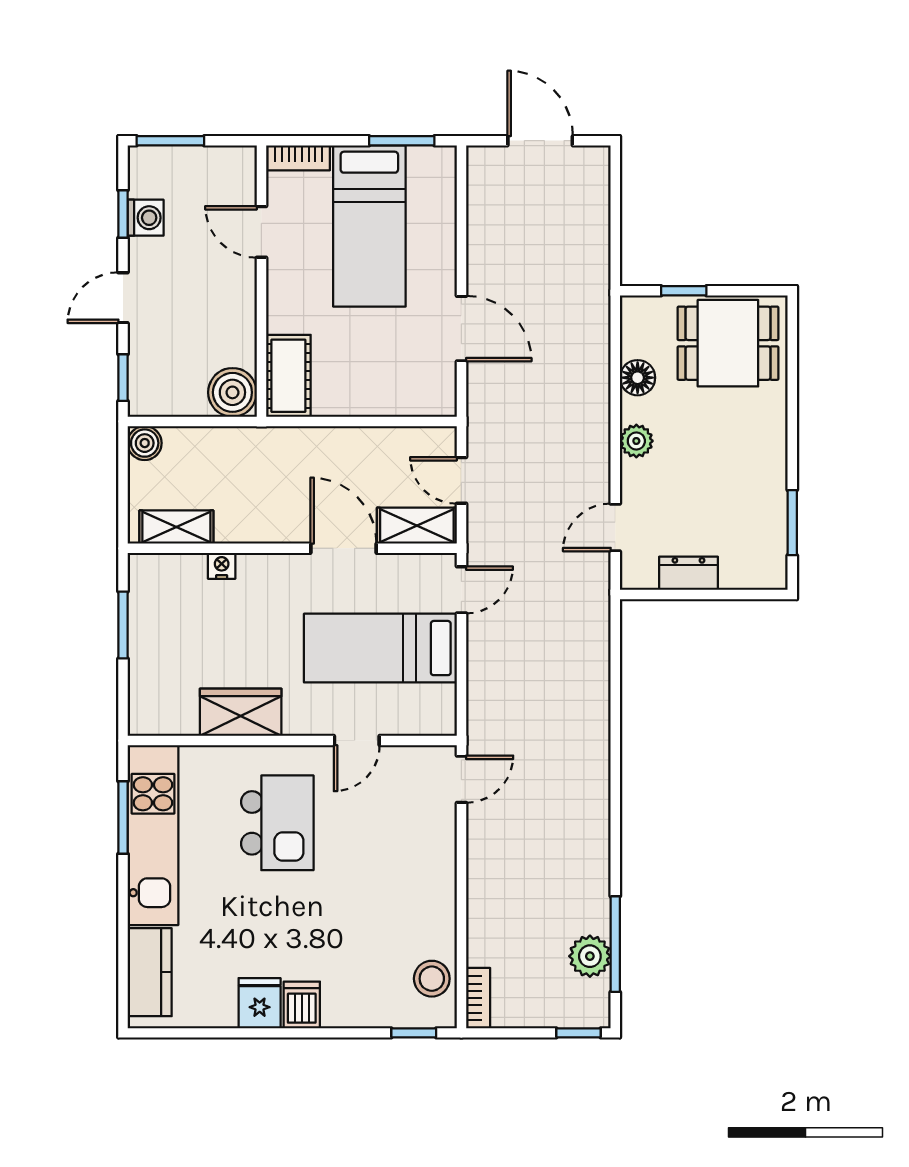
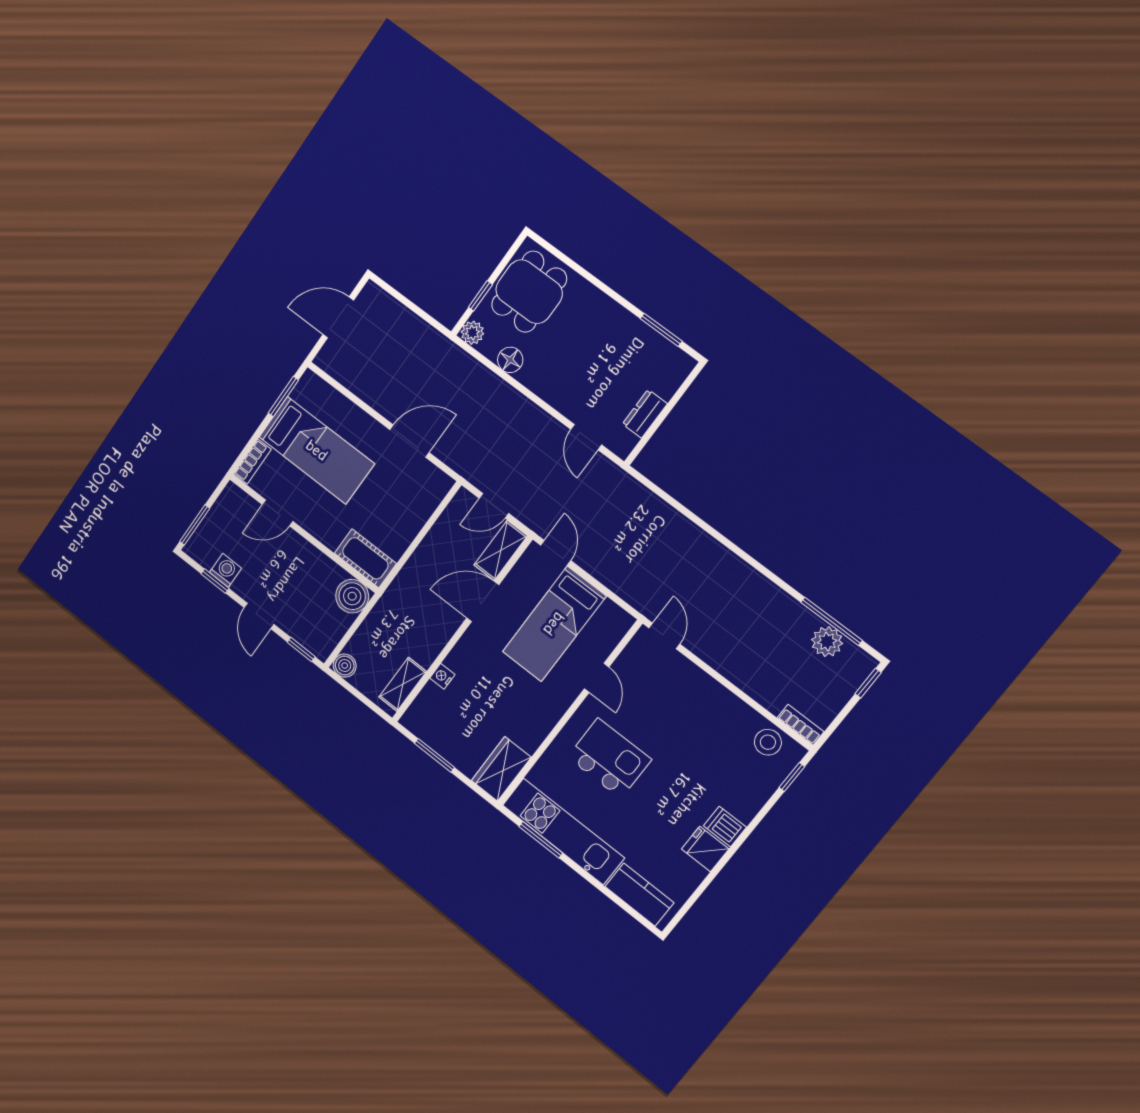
plant: (636, 441) -> (472, 333), moved
wardrobe: (241, 712) -> (501, 769), moved

